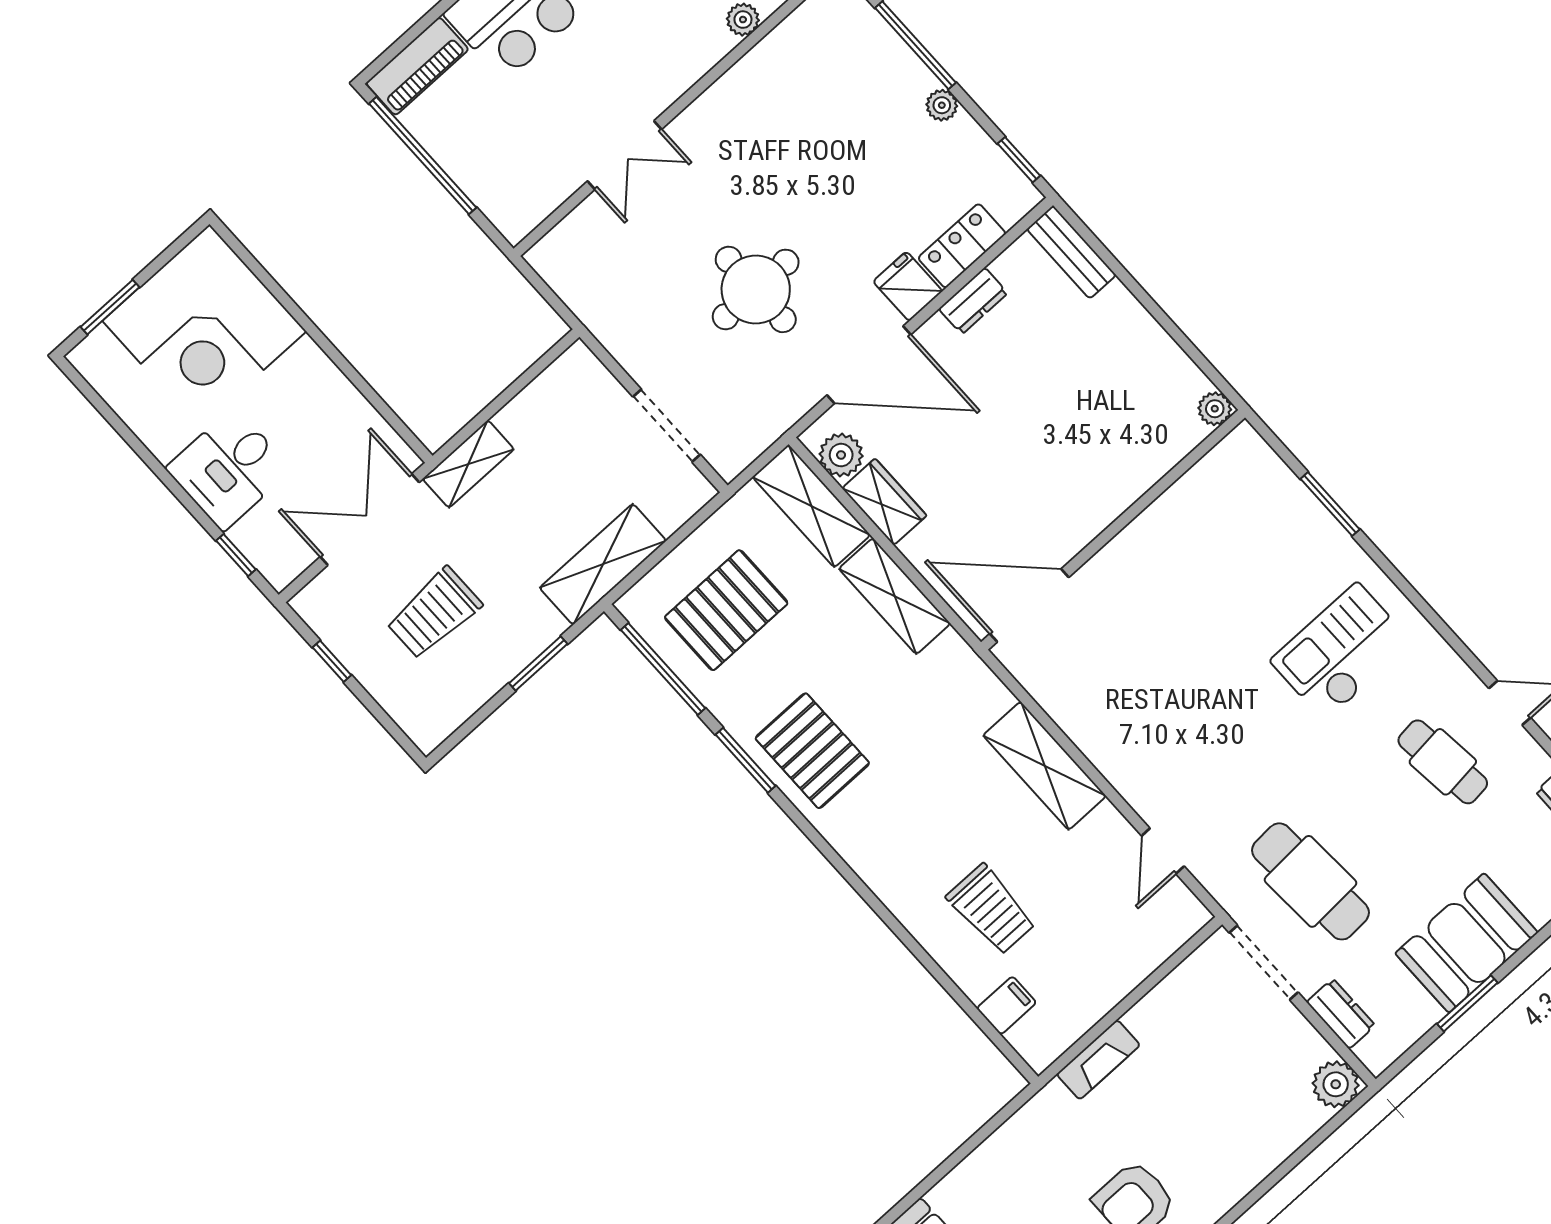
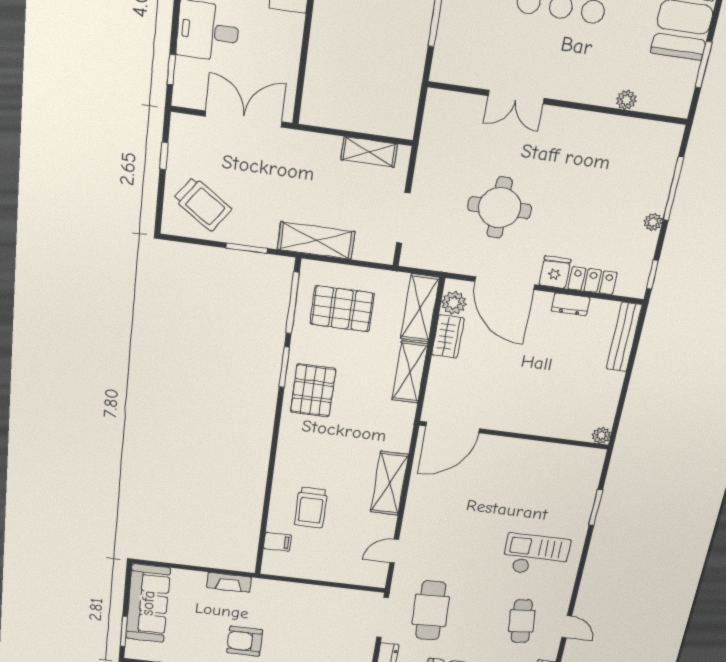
bench: (1071, 252) -> (624, 337), width x1.36
shelving: (468, 464) -> (369, 152), moved
door: (1029, 605) -> (453, 427), swing flipped
trolley: (434, 613) -> (203, 204), moved, turned -145
fireplace: (1098, 1060) -> (229, 582), moved

